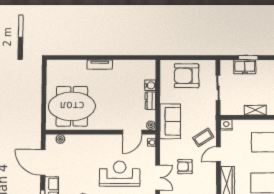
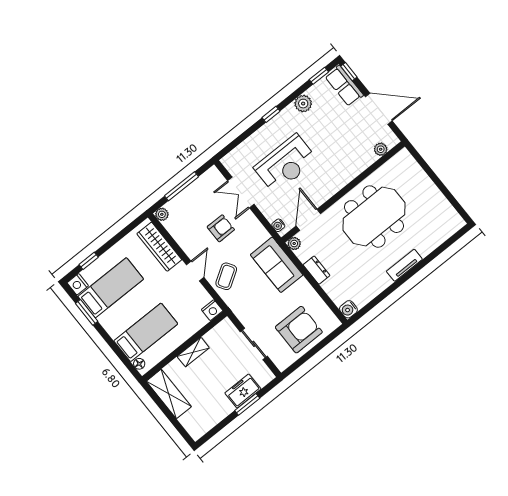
water cooler: (150, 85) -> (348, 309), moved
meeting table: (72, 106) -> (374, 217), moved

